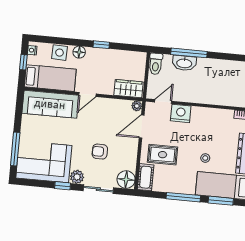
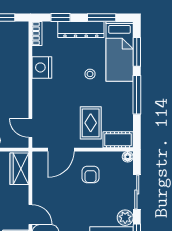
plant: (137, 106) -> (38, 157), removed
nightstand: (181, 113) -> (42, 67), moved
door: (142, 126) -> (61, 150), hinge flipped
armchair: (100, 152) -> (91, 175), moved
floor lamp: (126, 180) -> (128, 157), width x0.53, depth x0.53

